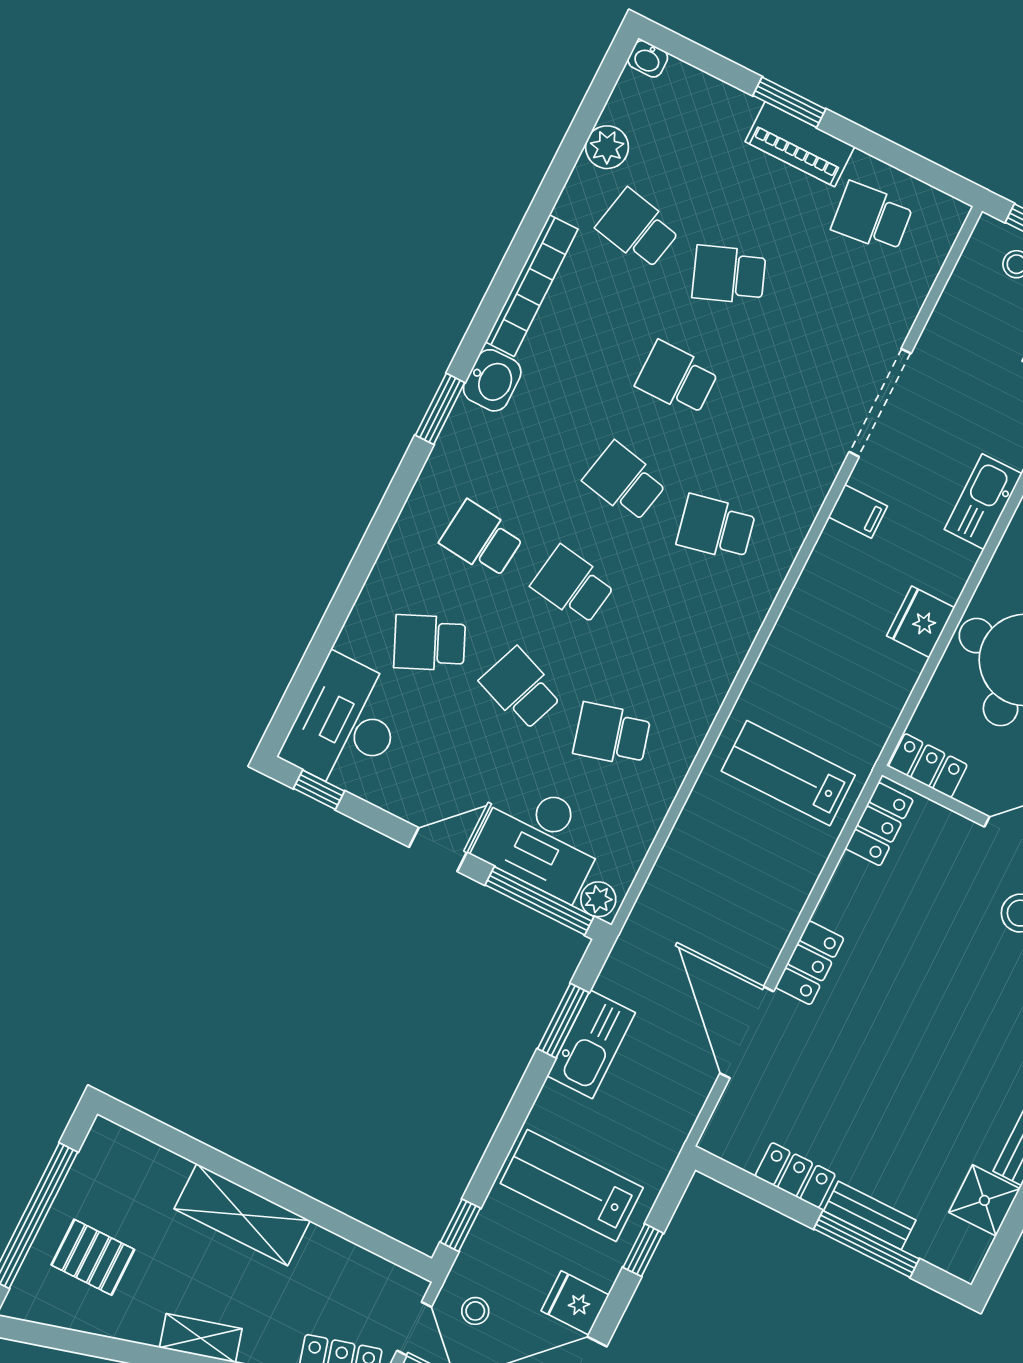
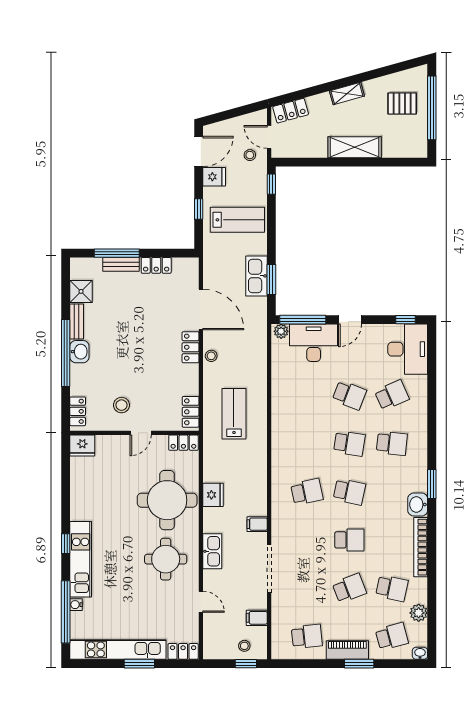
filing cabinet: (959, 311) -> (257, 618), added
school desk: (612, 734) -> (392, 636), moved
lab bench: (788, 773) -> (234, 414), turned -90
stool: (775, 922) -> (211, 356), added

